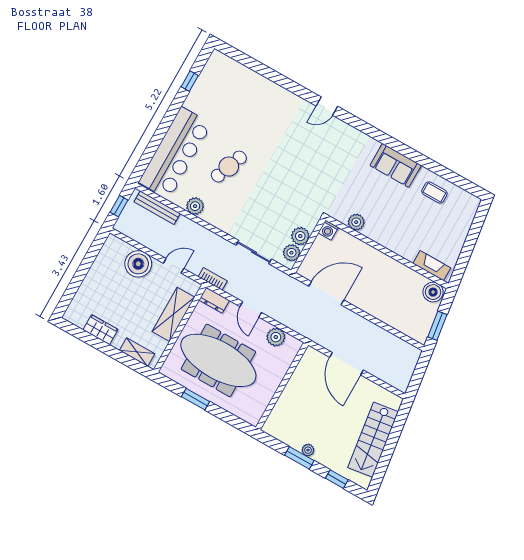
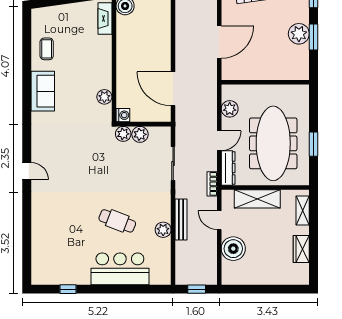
bar counter: (175, 153) -> (120, 269), width x0.73
bench: (157, 208) -> (181, 220), moved
plant: (291, 253) -> (123, 134), moved
dresser: (214, 300) -> (228, 168), width x1.44
plant: (308, 450) -> (299, 34), width x1.88, depth x1.88

